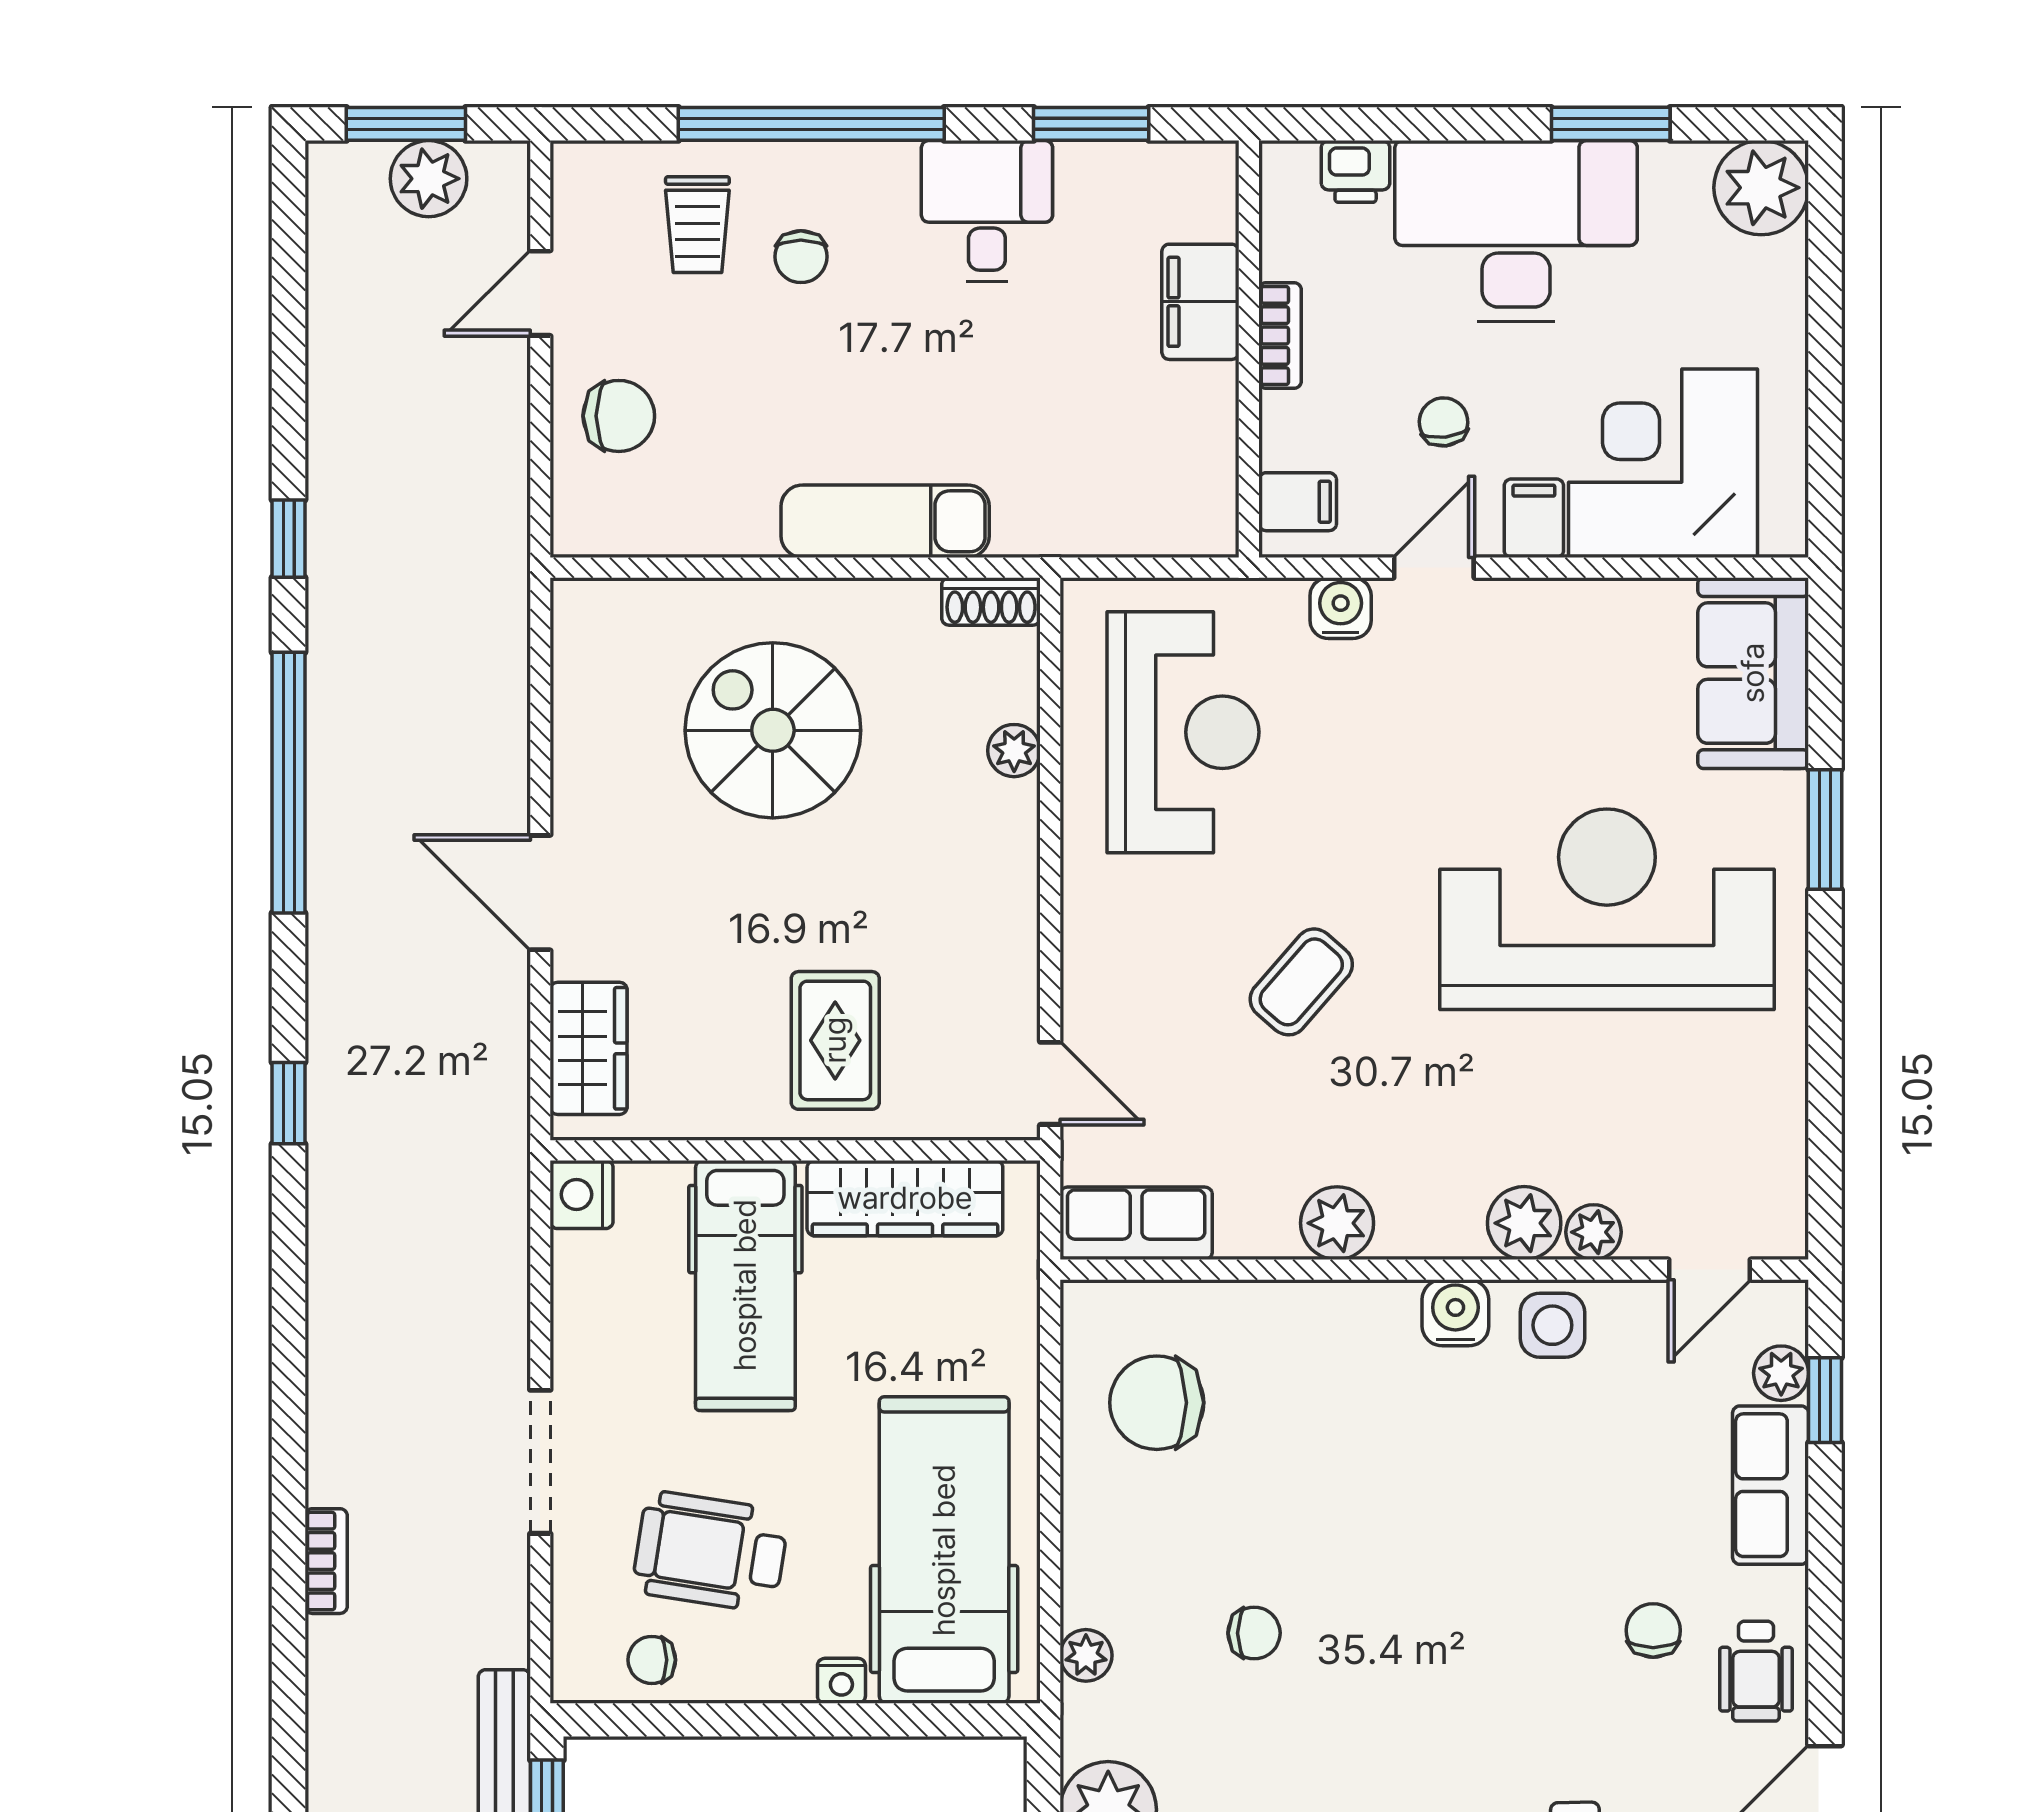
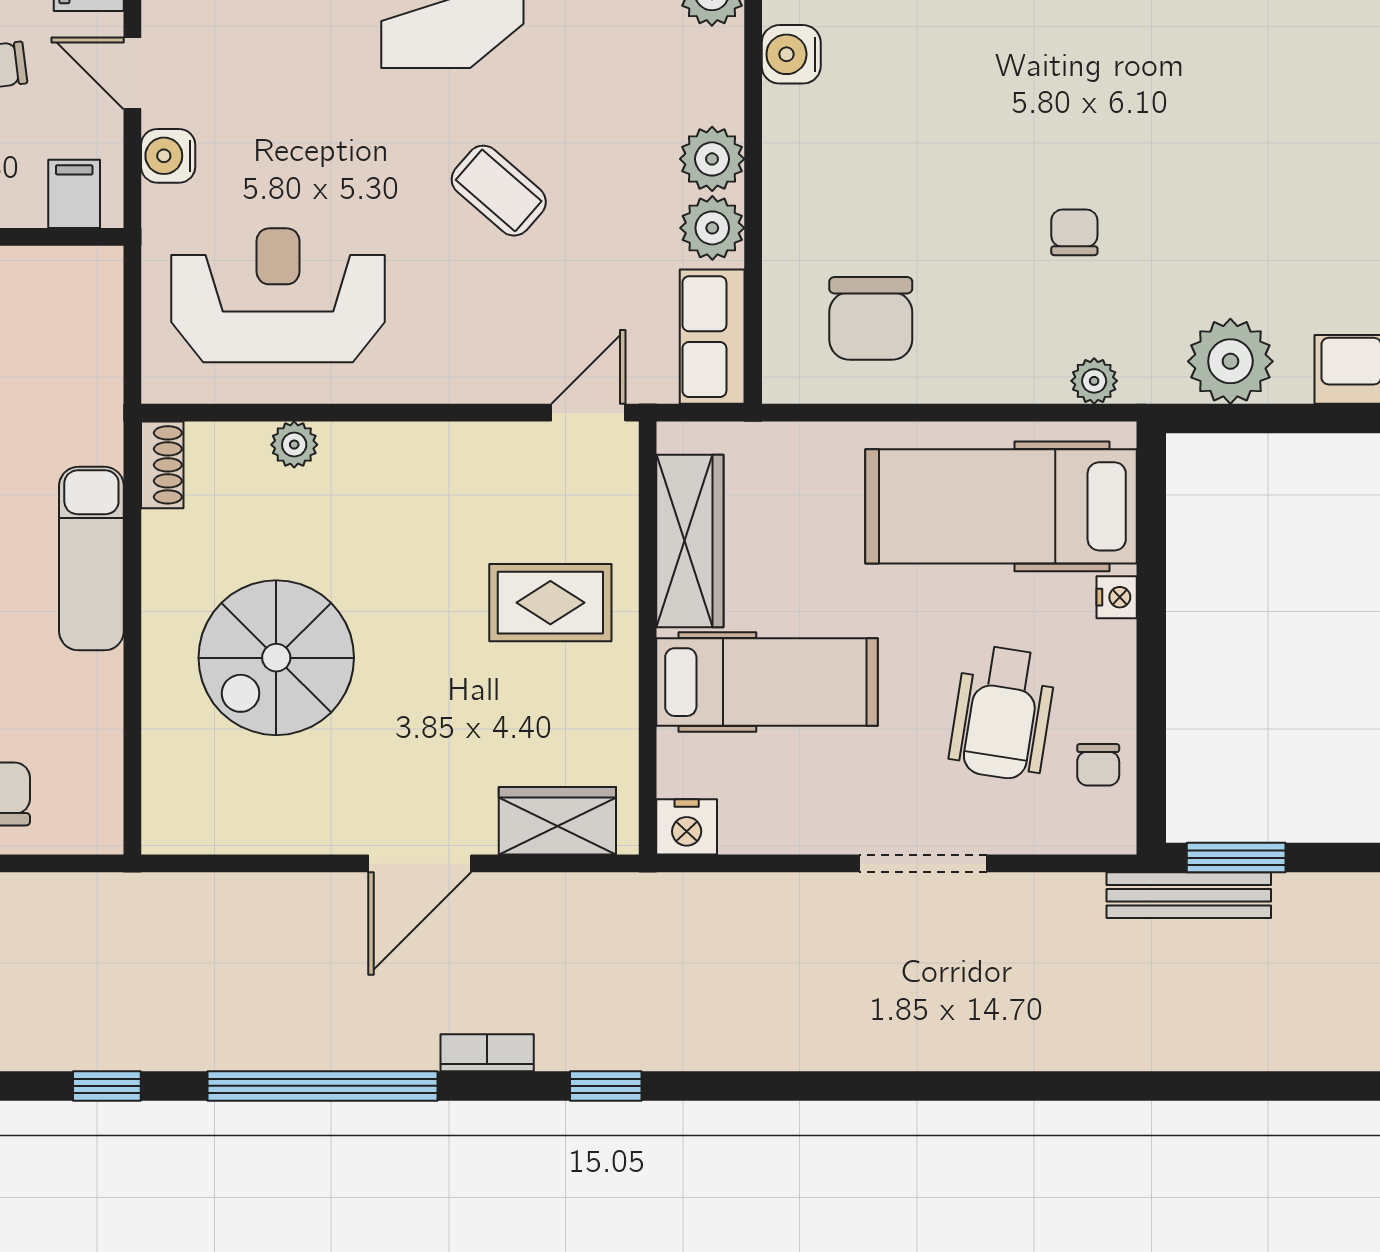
plant: (1259, 1223) -> (712, 228), added
bookcase: (326, 1561) -> (487, 1053), moved

